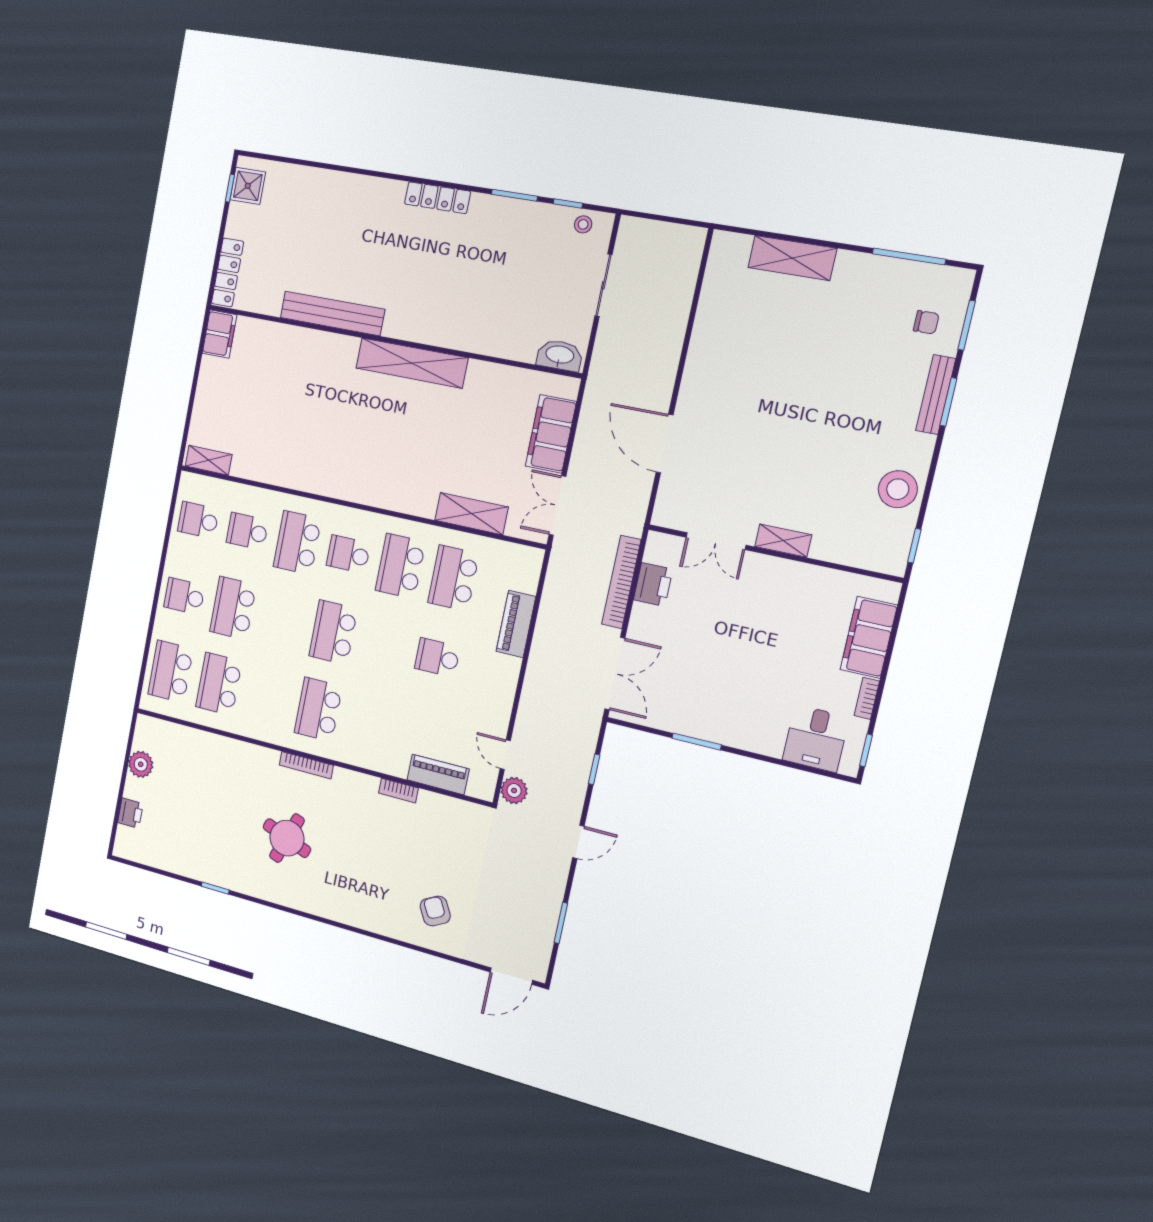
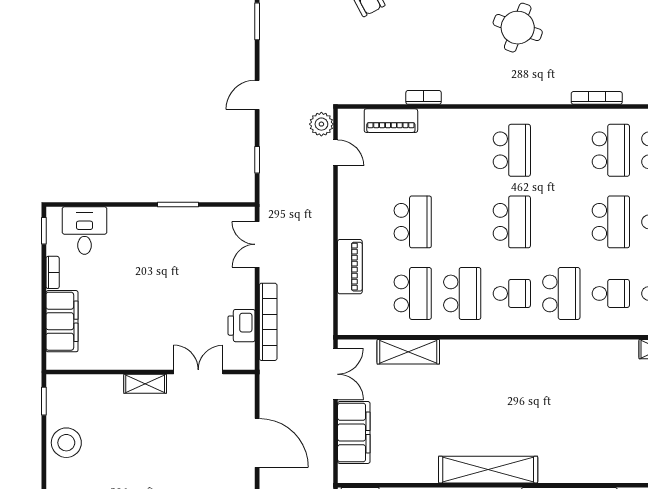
school desk: (437, 658) -> (413, 222), width x1.85
double door: (615, 674) -> (257, 244), width x0.73
bookcase: (306, 765) -> (597, 98), moved

